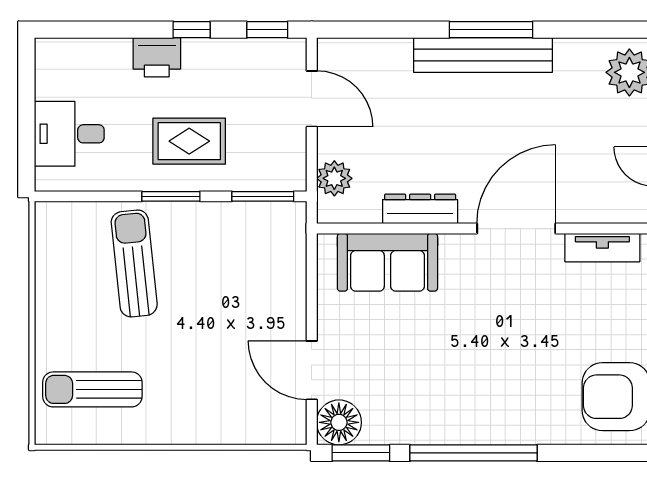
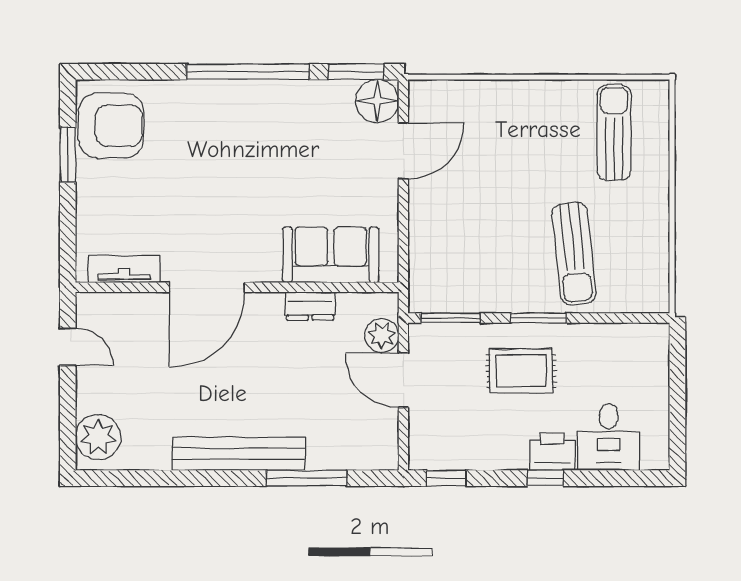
window: (192, 30) -> (546, 478), moved
window: (491, 30) -> (307, 478), moved
door: (312, 99) -> (403, 380), moved
desk: (69, 134) -> (609, 437), moved, turned 90
dresser: (420, 209) -> (310, 306), width x0.70
door: (312, 370) -> (403, 151), hinge flipped
sun lounger: (92, 389) -> (614, 133), turned -90

